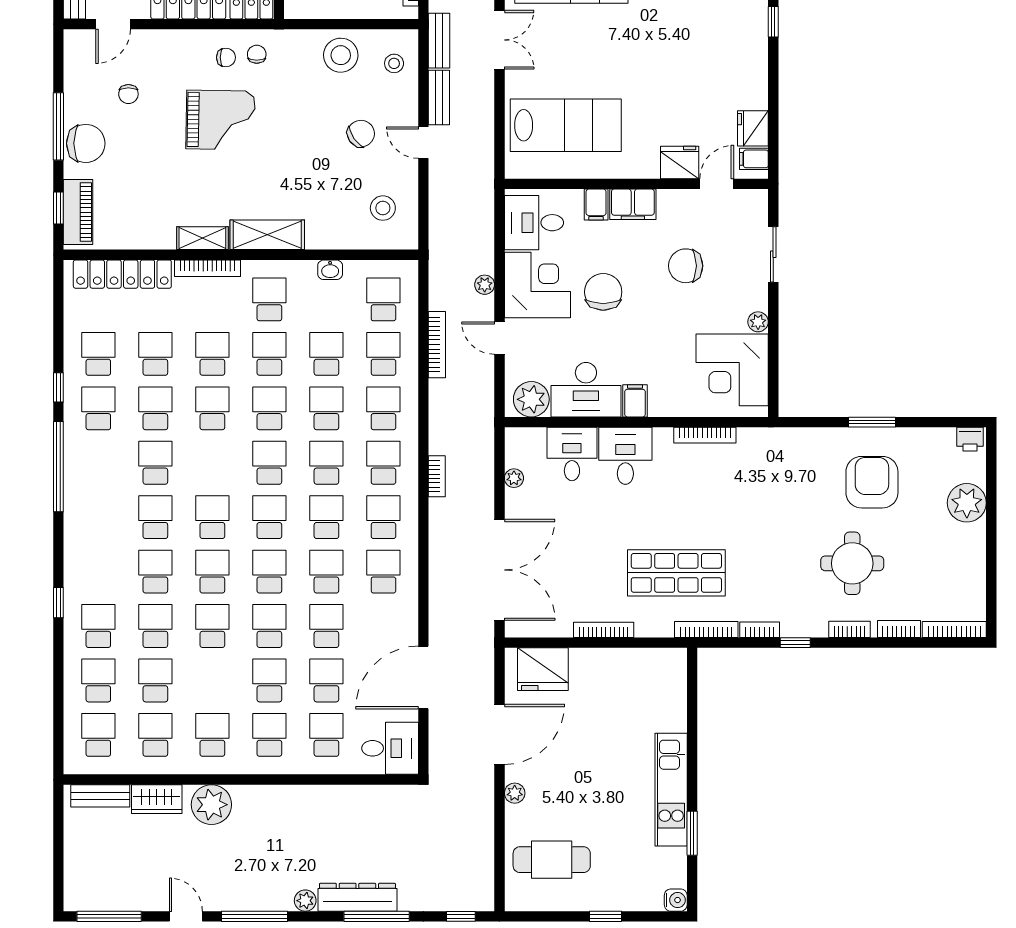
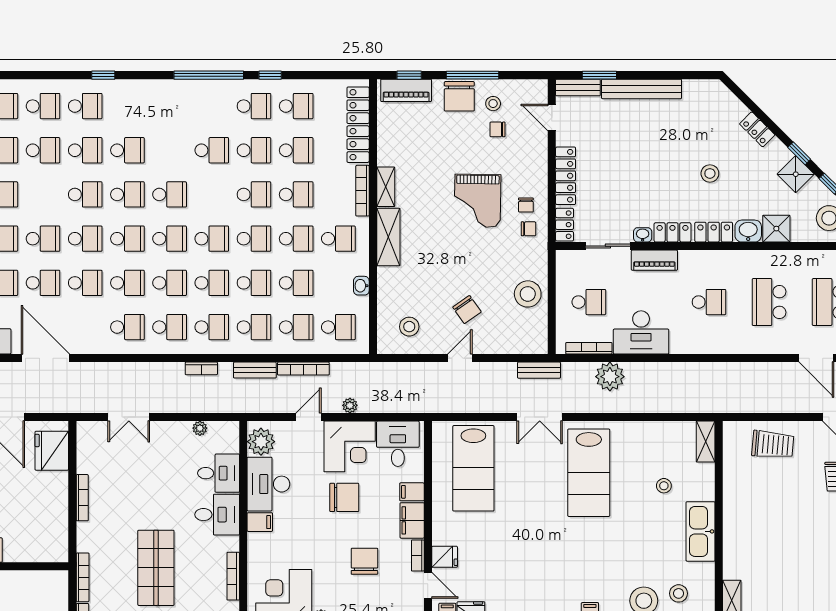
stool: (394, 63) -> (493, 104), moved
bench: (439, 98) -> (255, 370), moved
fridge: (680, 162) -> (445, 557), width x0.72
bookcase: (678, 197) -> (418, 556), added
school desk: (155, 517) -> (170, 150), removed
double door: (499, 570) -> (129, 417), width x0.54
shop shelf: (676, 573) -> (156, 568), moved

